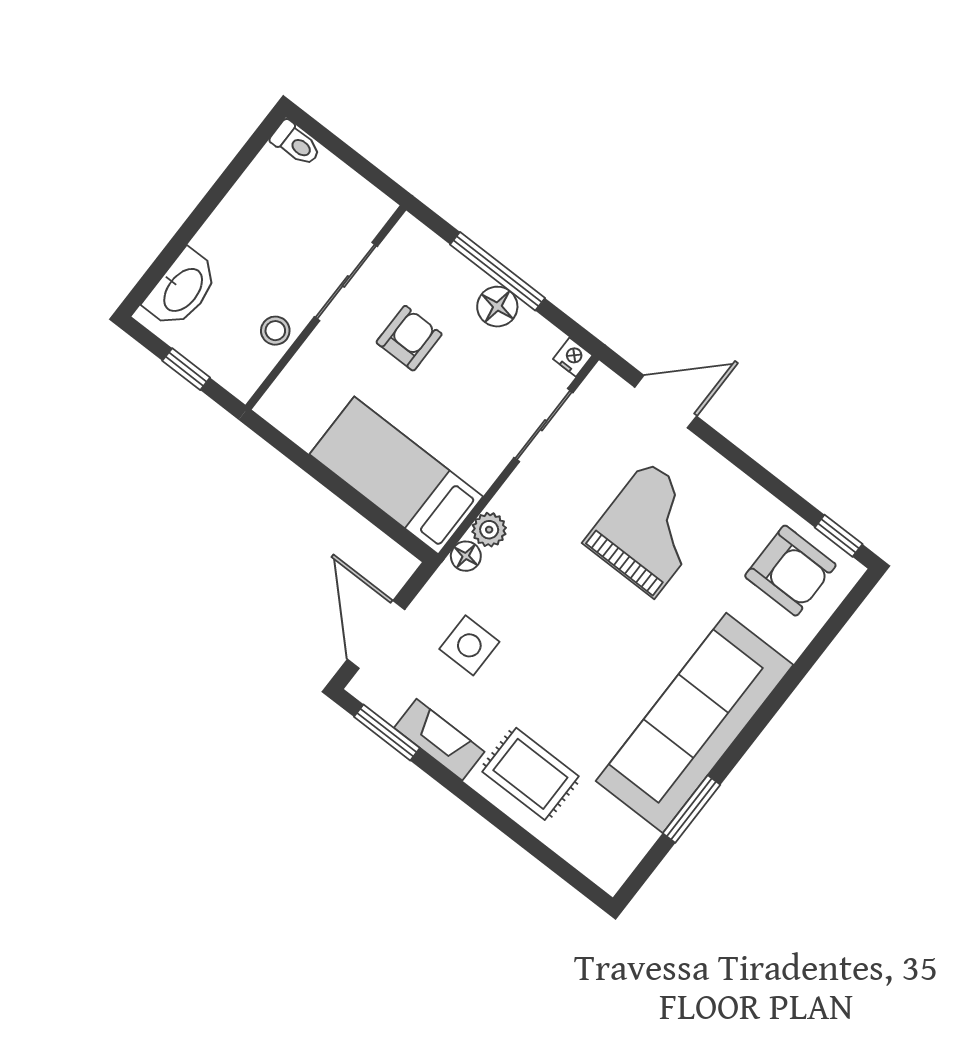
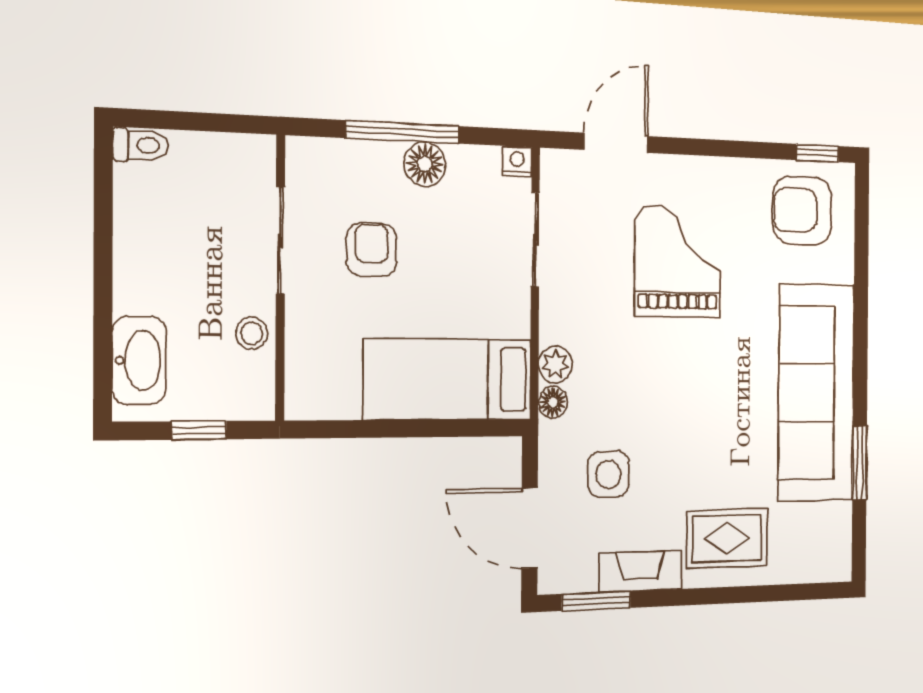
armchair: (790, 571) -> (802, 210), turned 180

